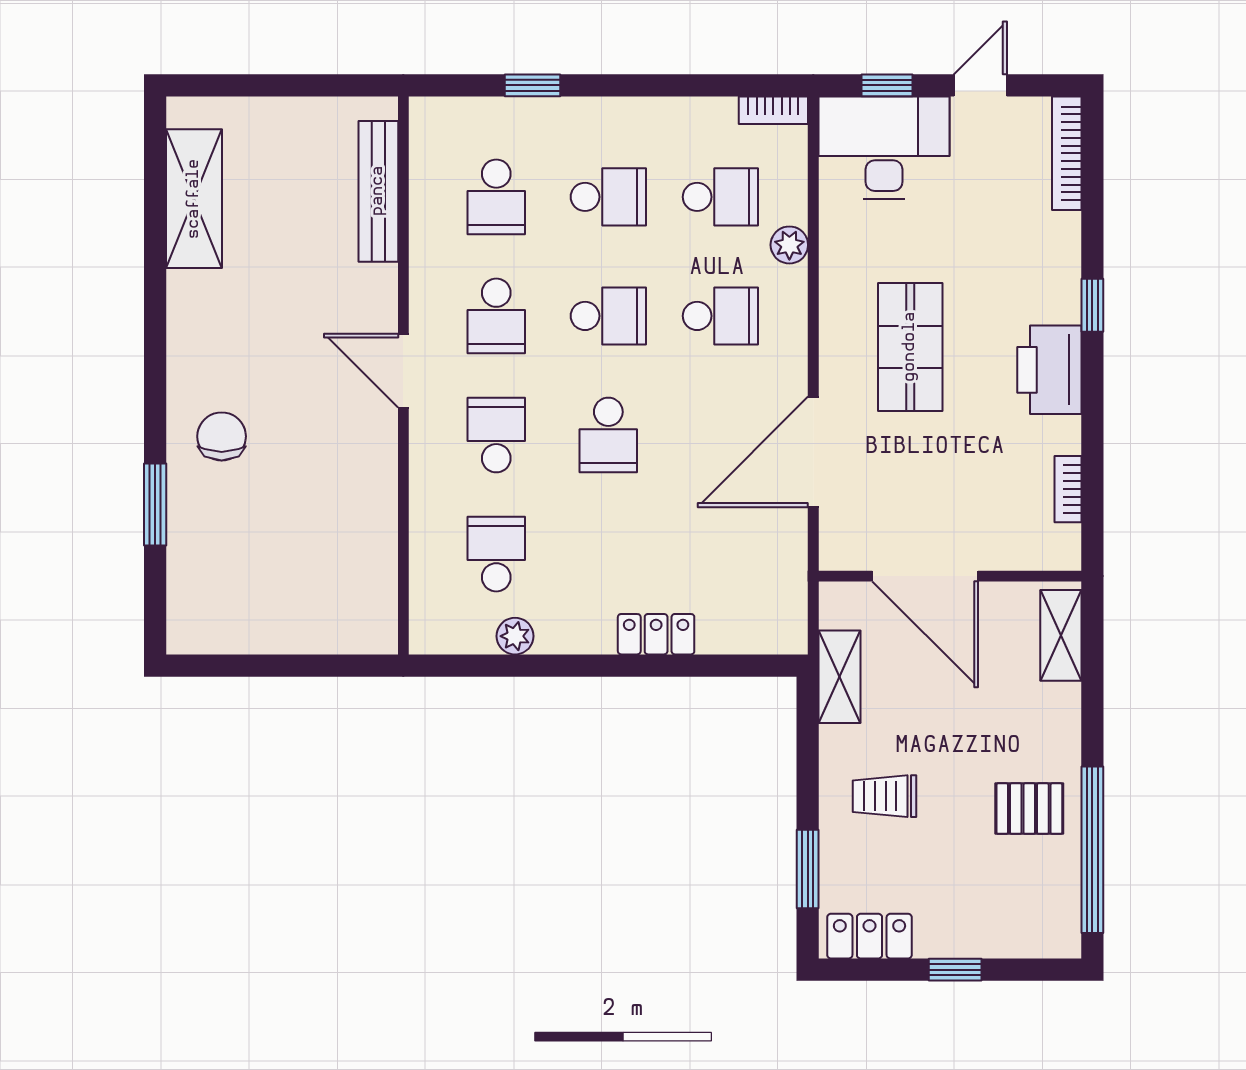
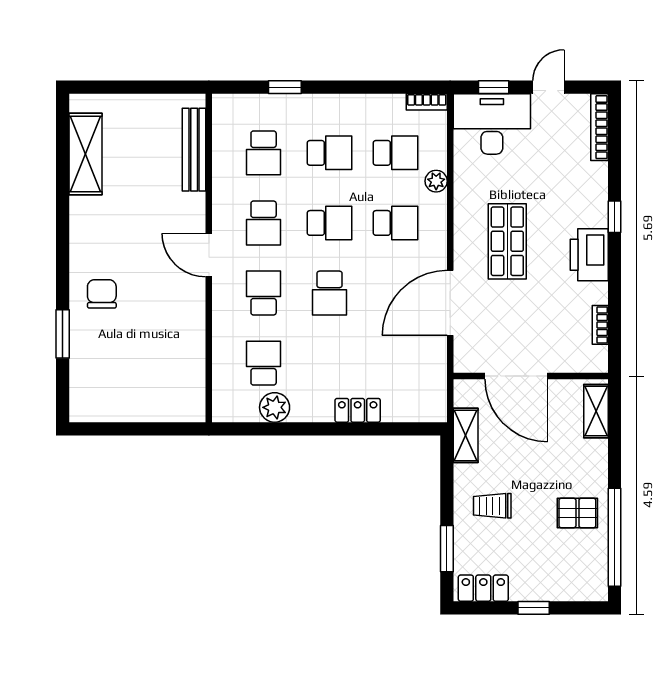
plant: (515, 636) -> (275, 407), width x1.38, depth x1.38

